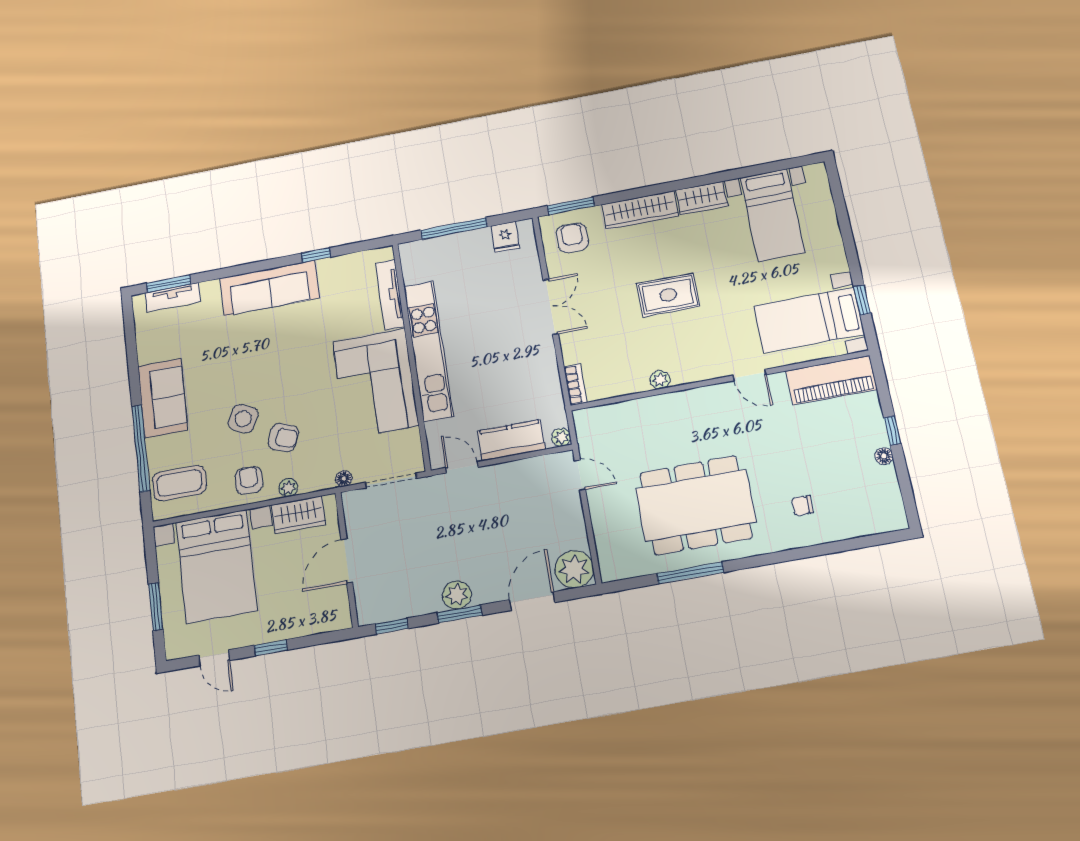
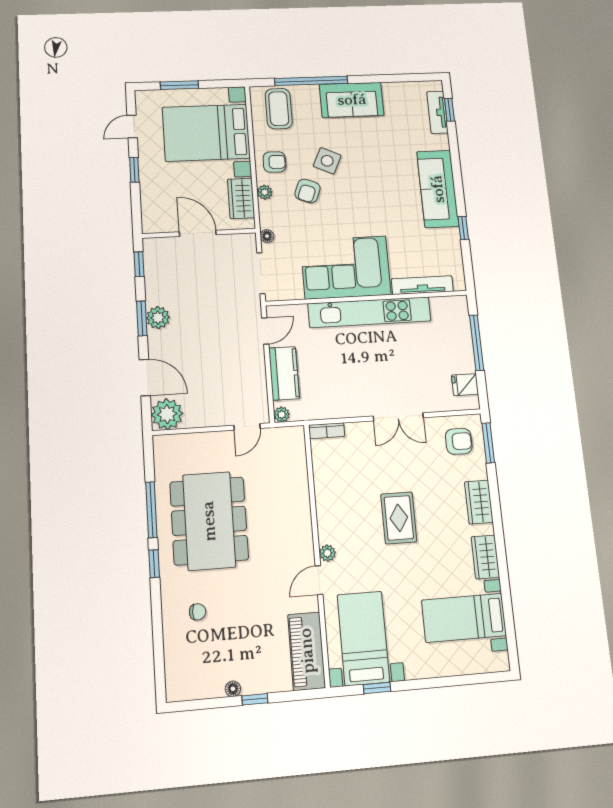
wardrobe: (640, 210) -> (479, 502), width x0.67
window: (169, 284) -> (449, 110), width x0.67
plant: (660, 380) -> (327, 553), moved
chair: (803, 506) -> (198, 612), turned 90
window: (753, 562) -> (154, 564), added

